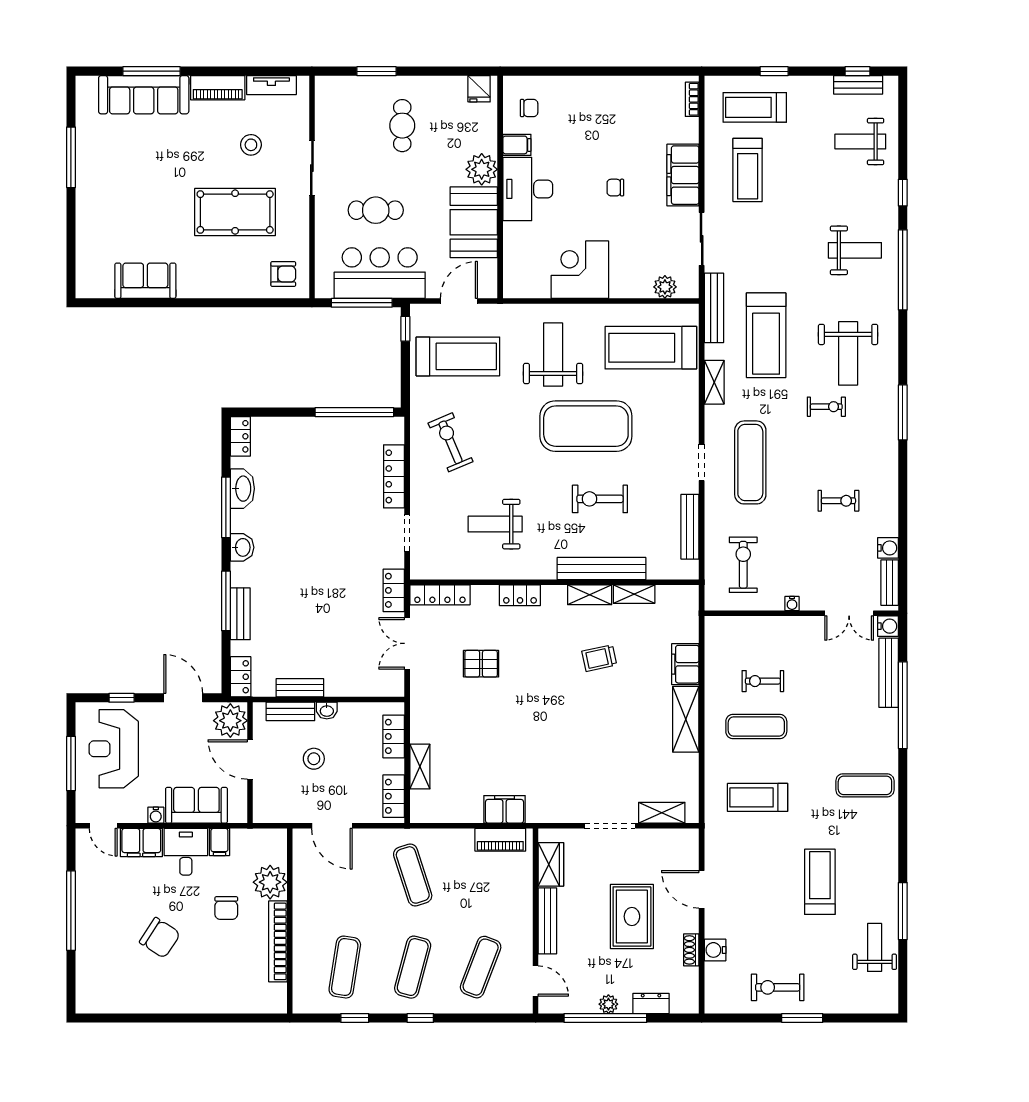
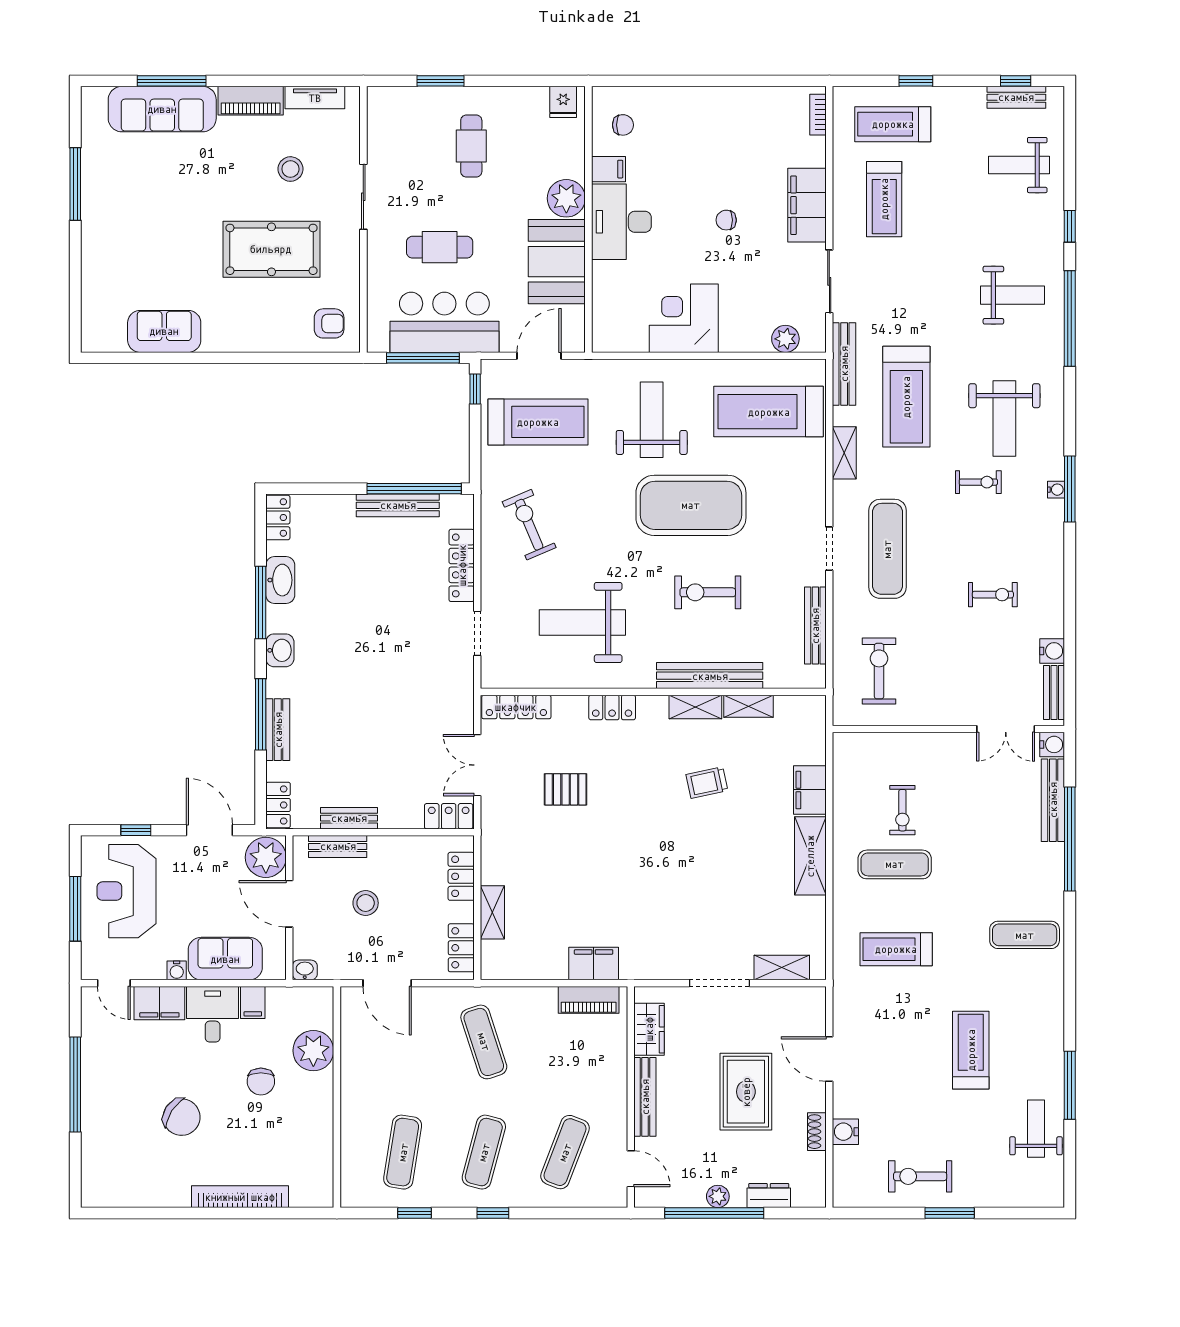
bench: (341, 426) -> (398, 505), added
weight bench: (495, 524) -> (582, 622), width x1.36, depth x1.33
locker: (394, 590) -> (449, 816), moved, turned 90
water cooler: (792, 603) -> (1056, 490), moved, turned -90
exercise bike: (763, 681) -> (902, 810), turned -90
washbasin: (327, 711) -> (305, 970), moved, turned 180
bookcase: (278, 941) -> (240, 1197), moved, turned 90

